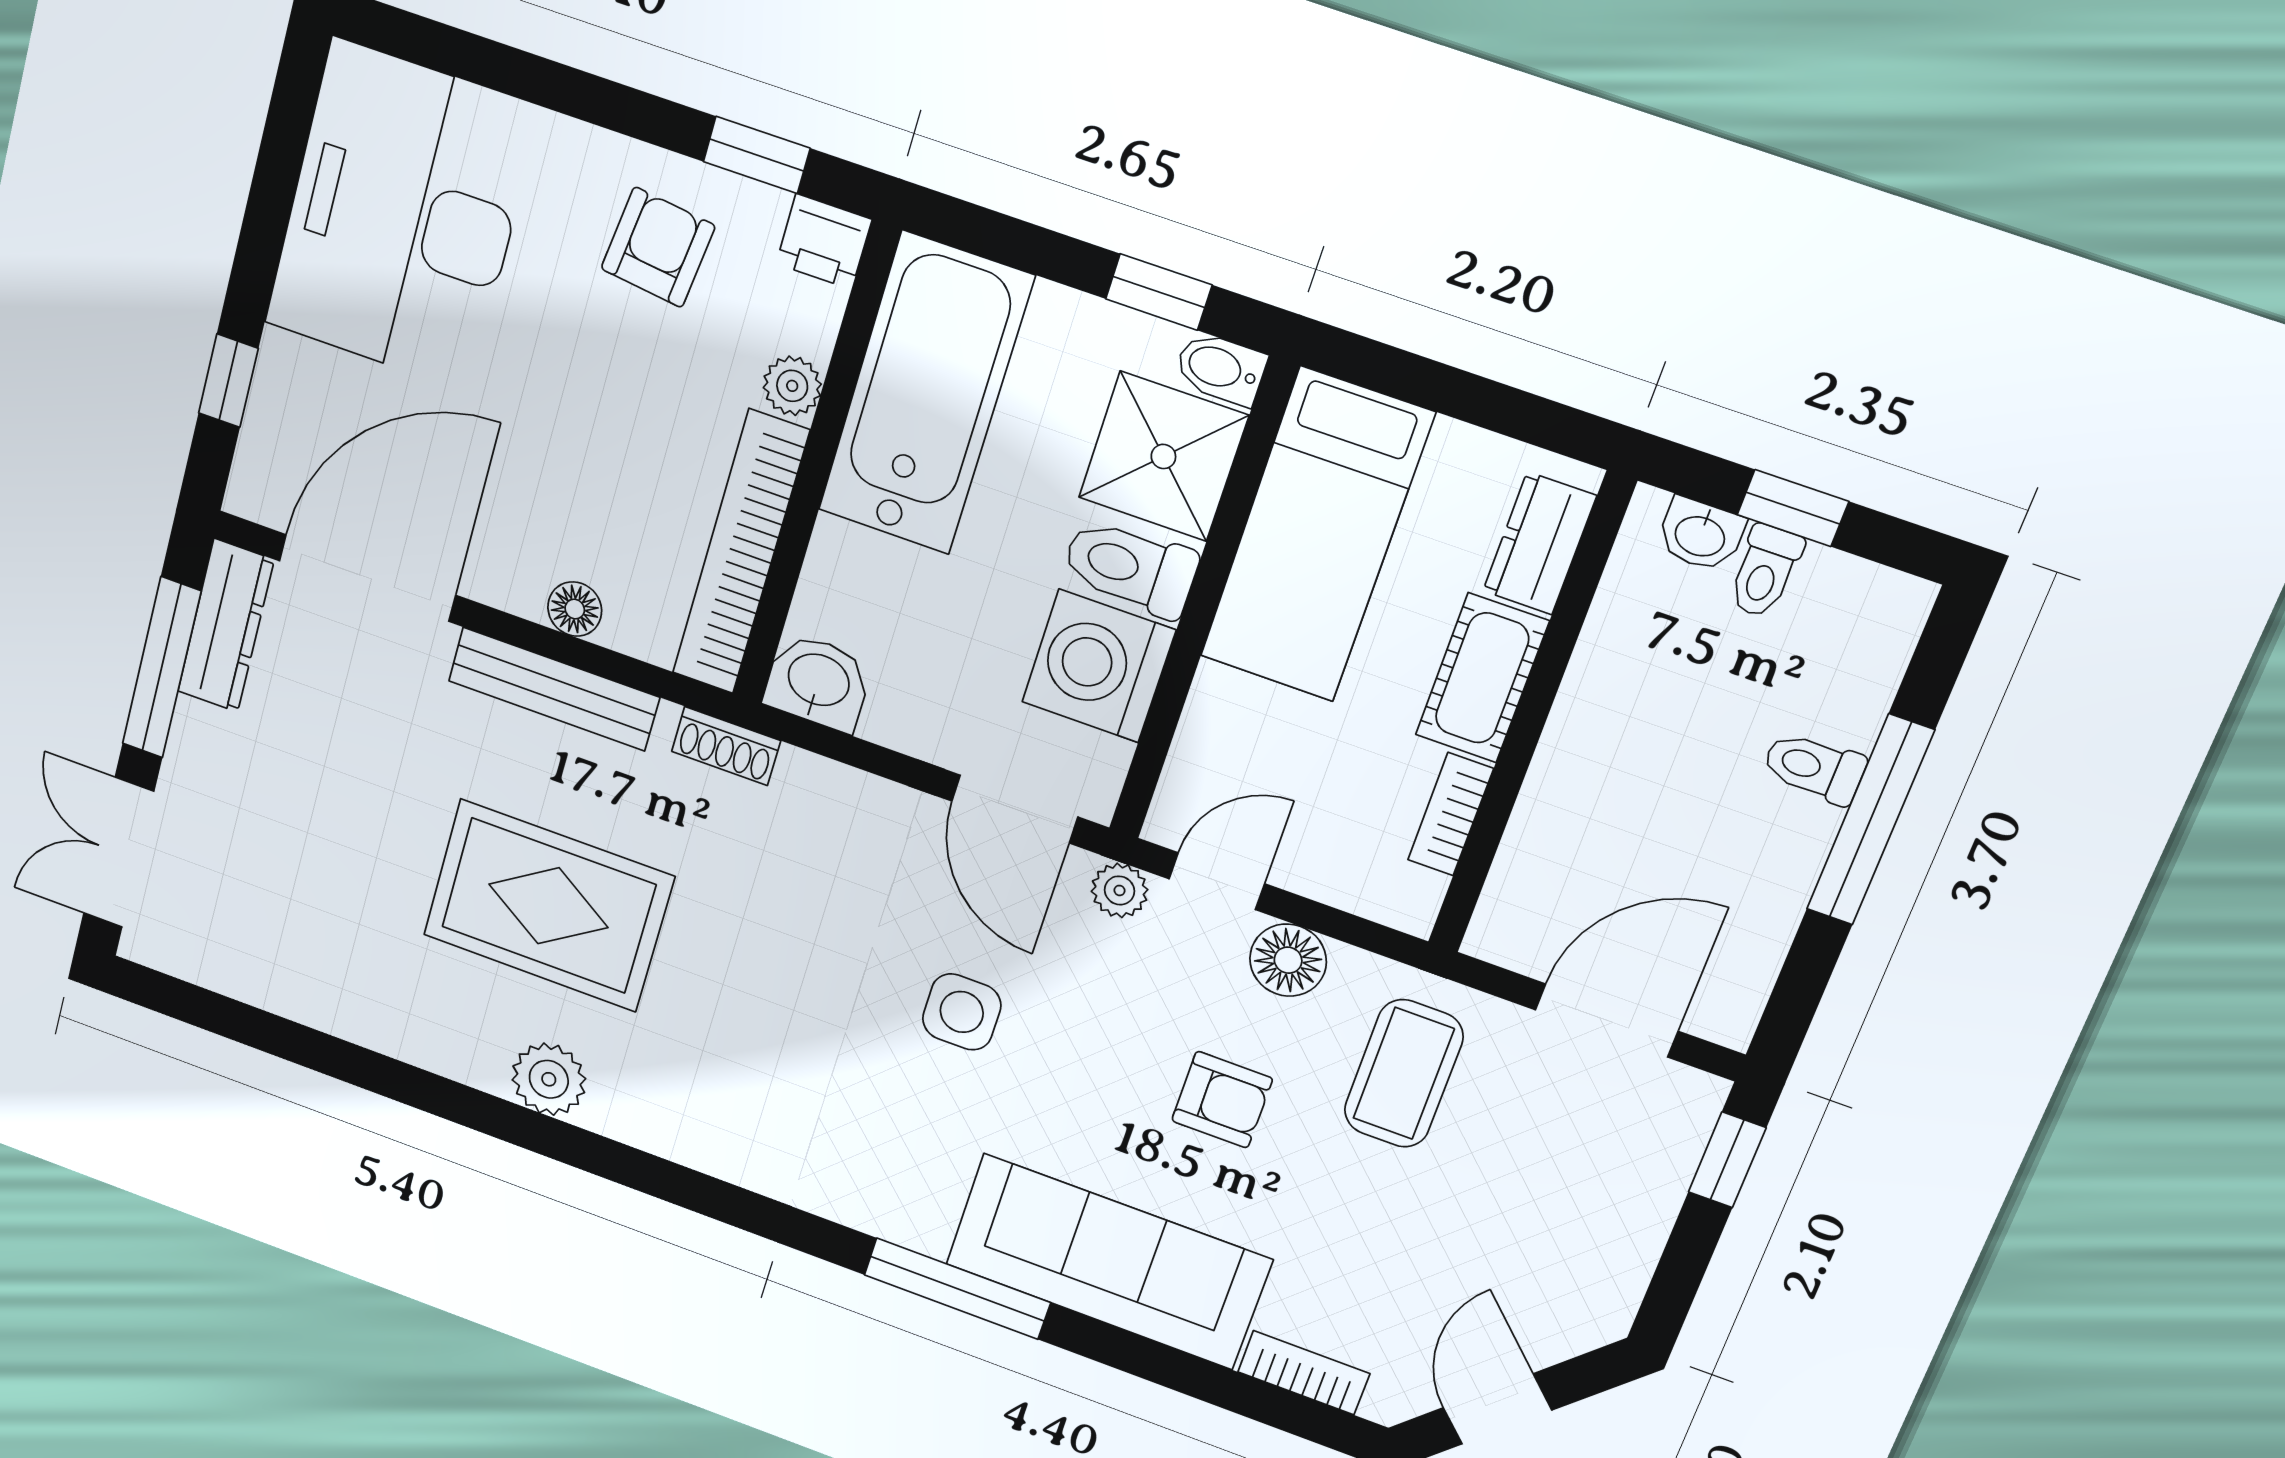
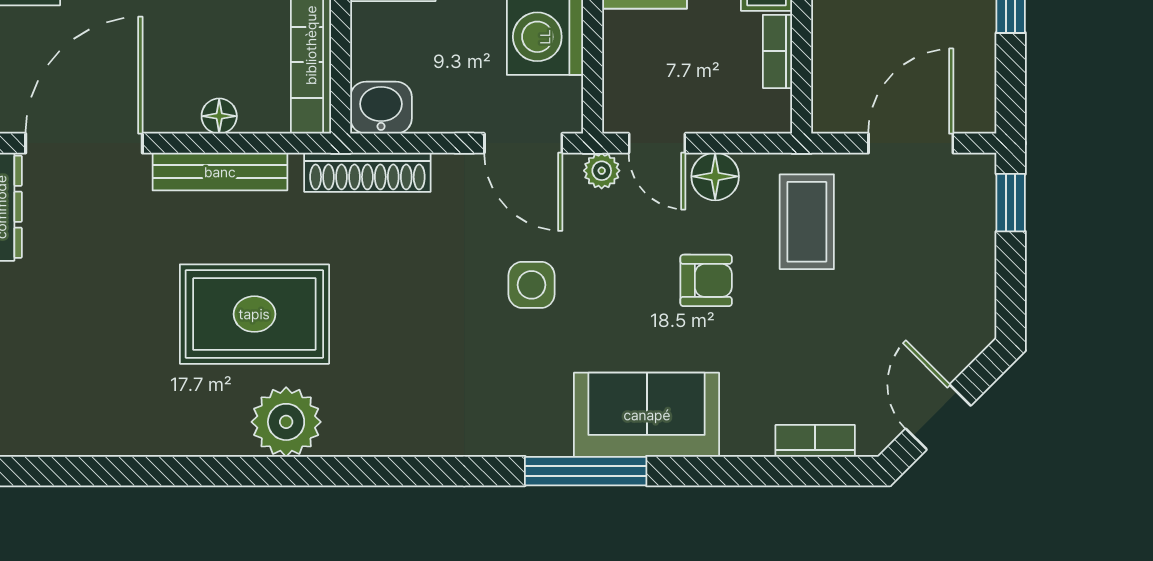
shoe rack: (726, 746) -> (367, 172), width x1.94, depth x1.24
door: (1217, 881) -> (657, 143), swing flipped
plant: (549, 1079) -> (286, 422), width x1.36, depth x1.36
sofa: (1108, 1262) -> (647, 415), width x0.73

